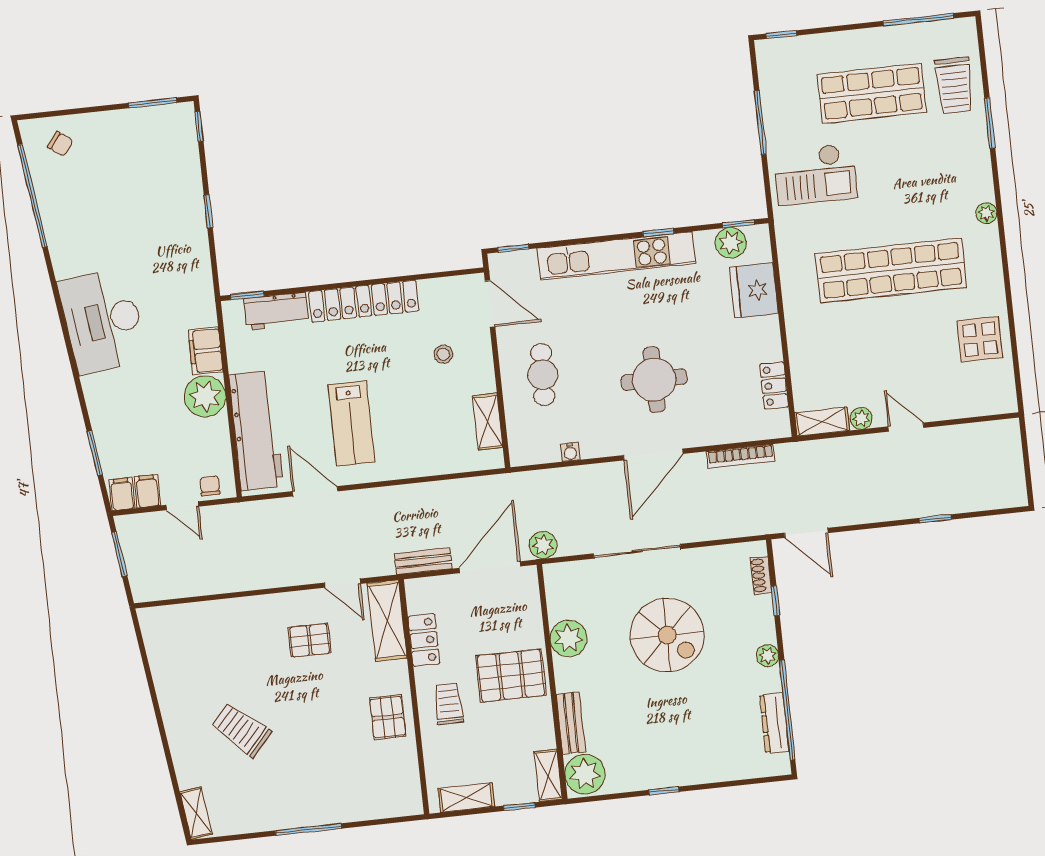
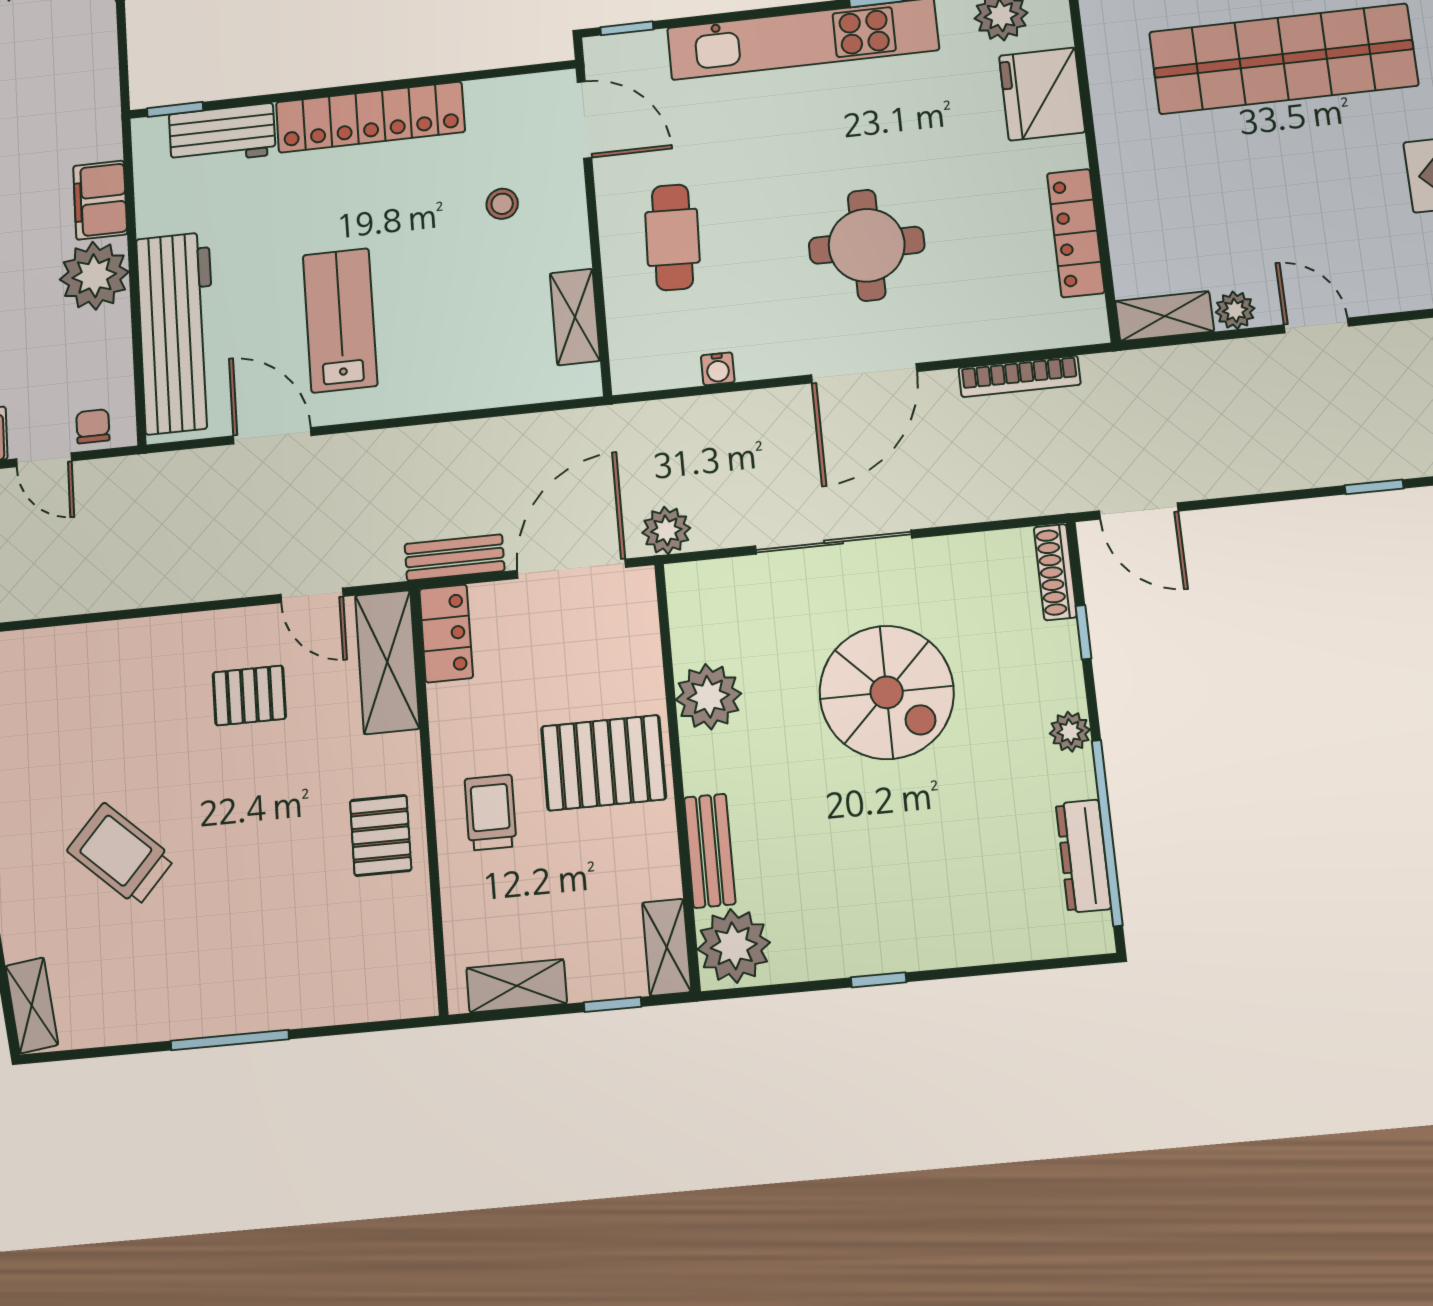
locker: (774, 386) -> (1076, 233), width x1.53
lab bench: (351, 423) -> (340, 320), turned 180
shoe rack: (761, 575) -> (1055, 572), width x1.43
locker: (424, 640) -> (446, 633), moved

